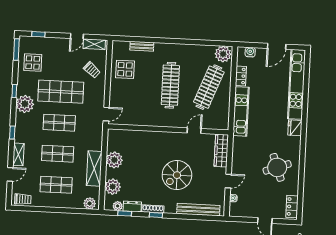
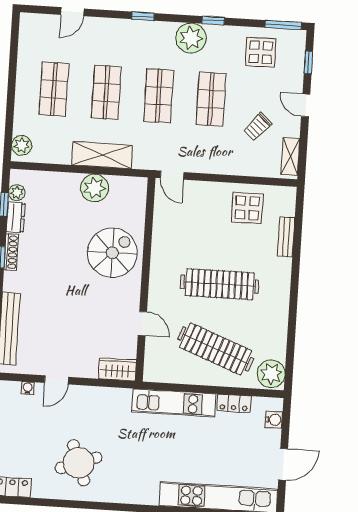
door: (77, 36) -> (306, 105), moved
door: (277, 46) -> (283, 464), swing flipped
trolley: (92, 70) -> (258, 127), moved
shop shelf: (61, 92) -> (211, 99), width x0.70, depth x0.74
fridge: (295, 128) -> (145, 494), removed
wardrobe: (221, 151) -> (117, 369), width x0.67
shelving: (18, 154) -> (106, 26), removed
shelving: (94, 169) -> (102, 155), moved
door: (10, 174) -> (72, 12), hinge flipped
spiral stairs: (177, 175) -> (112, 253), moved, turned 90
door: (228, 181) -> (56, 380), hinge flipped
plant: (113, 187) -> (50, 185), removed
trolley: (23, 199) -> (30, 33), removed

